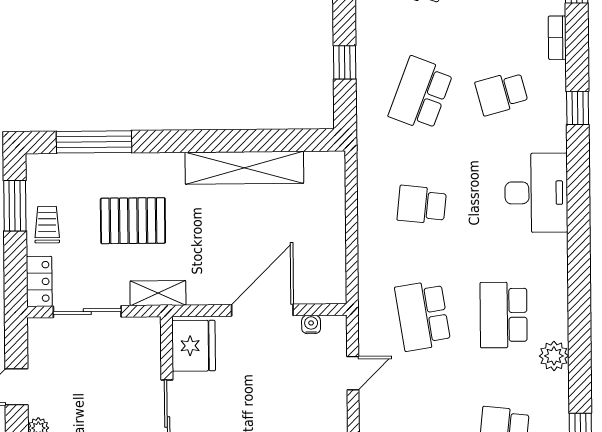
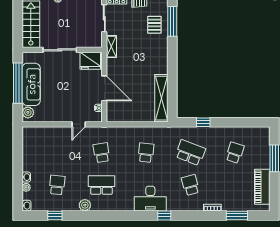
window: (578, 108) -> (164, 215), moved
shelving: (244, 168) -> (161, 98), moved
pallet: (133, 221) -> (154, 25), moved, width x0.67, depth x0.71
school desk: (423, 316) -> (101, 153), width x0.54
door: (353, 373) -> (79, 124), hinge flipped

